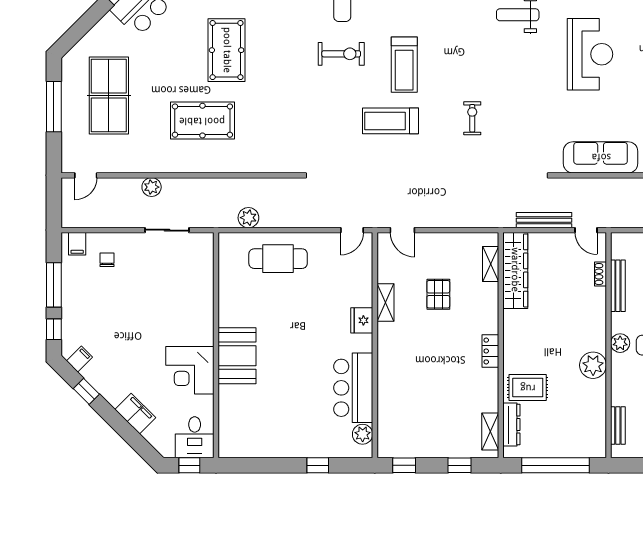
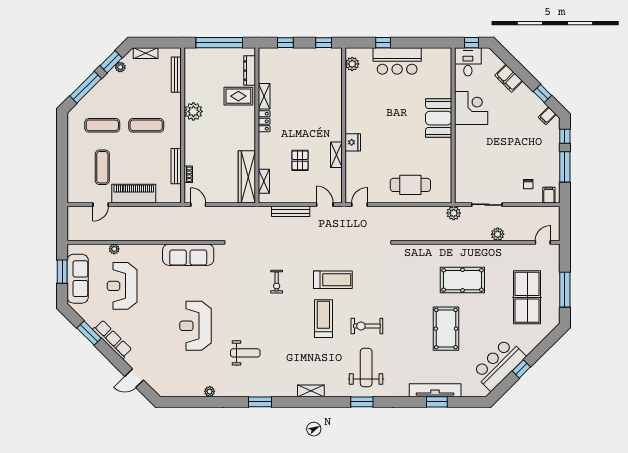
plant: (248, 218) -> (454, 213), moved
bench: (544, 220) -> (291, 211), moved
plant: (620, 343) -> (175, 127), removed
bar counter: (353, 388) -> (397, 61), moved, turned 90
bench: (618, 426) -> (176, 75), width x1.36
shelving: (490, 431) -> (264, 96), moved

